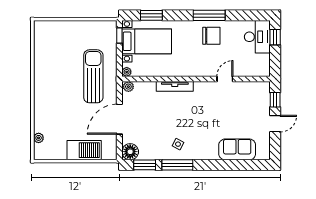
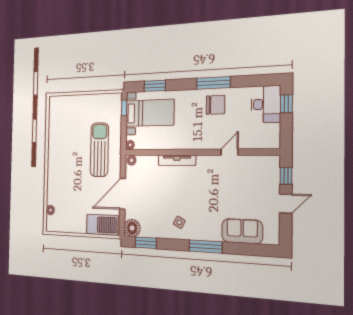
barbecue: (84, 150) -> (102, 225), moved
window: (177, 165) -> (206, 247), moved

